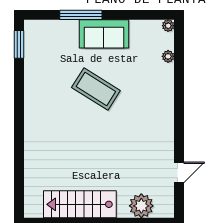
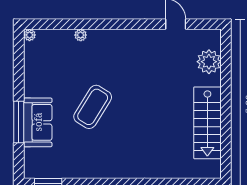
sofa: (104, 34) -> (38, 122), moved
plant: (168, 56) -> (81, 35), moved

